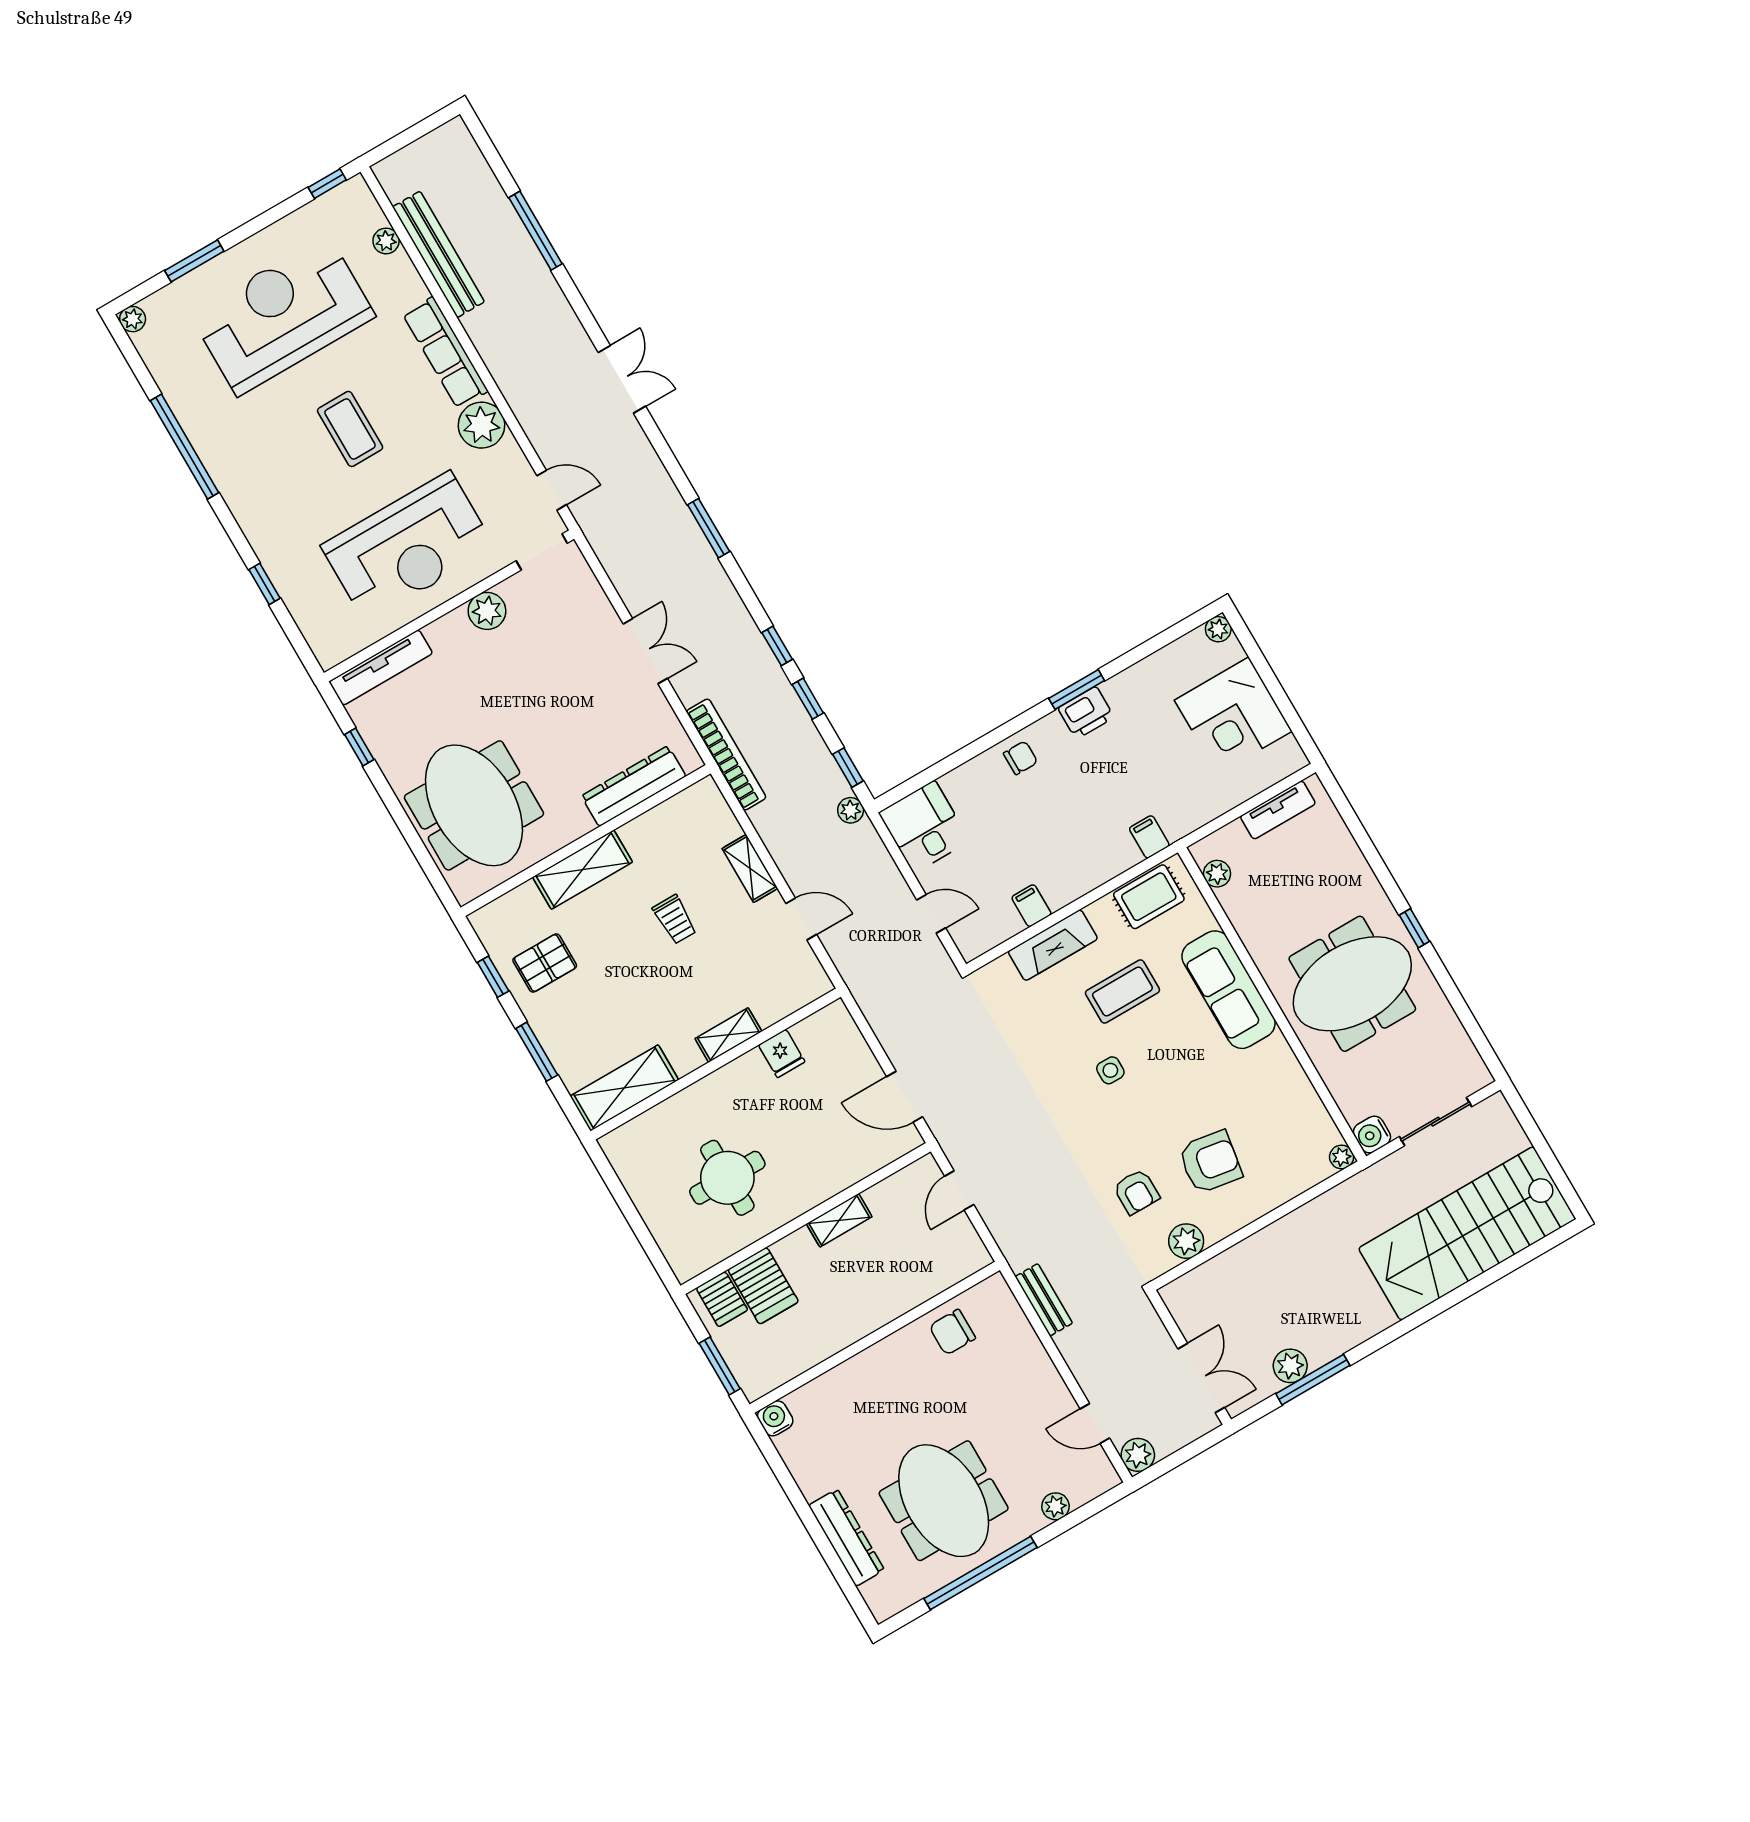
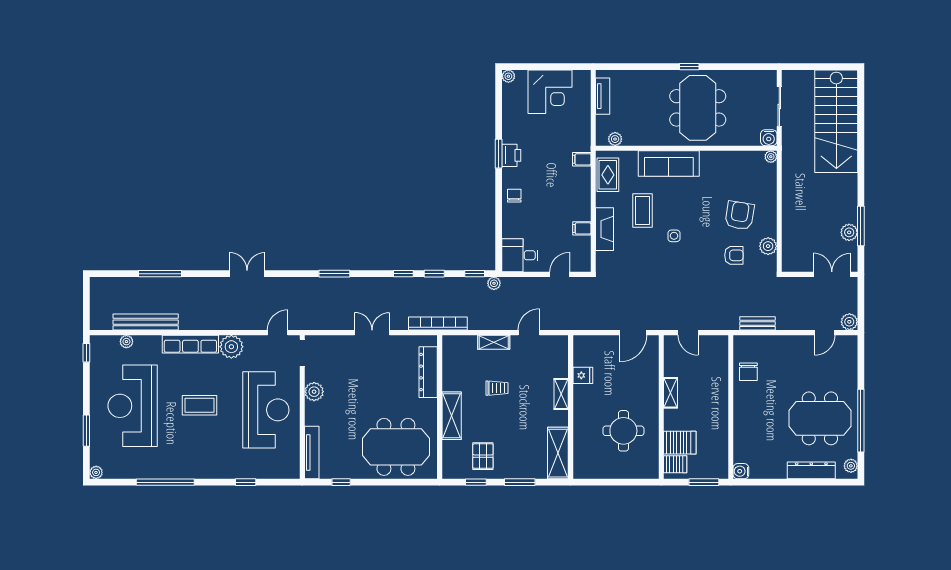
plant: (1055, 1506) -> (851, 466), moved

